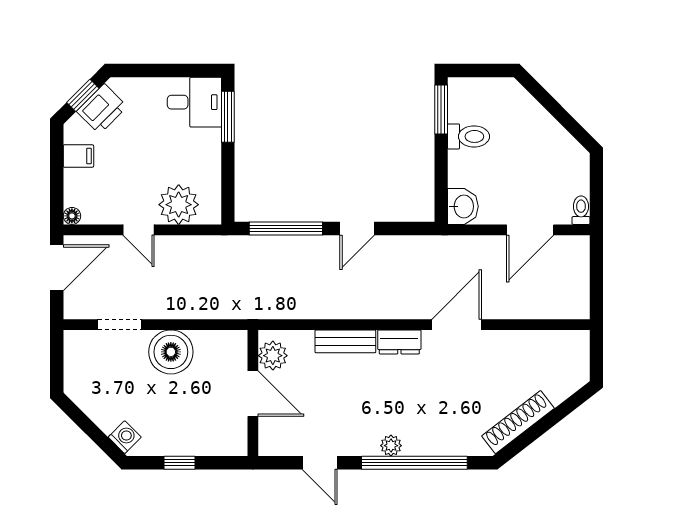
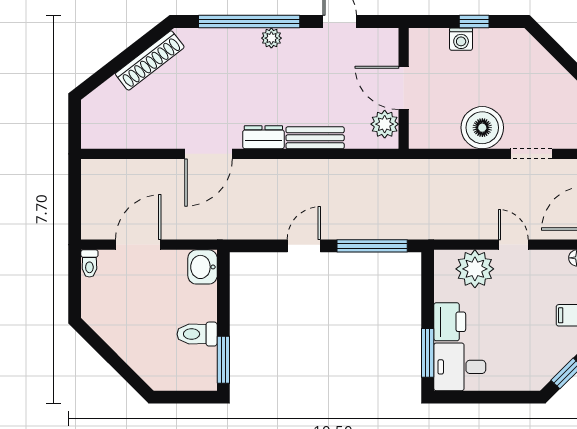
printer: (102, 109) -> (450, 322), moved, turned 135
washing machine: (125, 437) -> (461, 39), moved, turned -45

